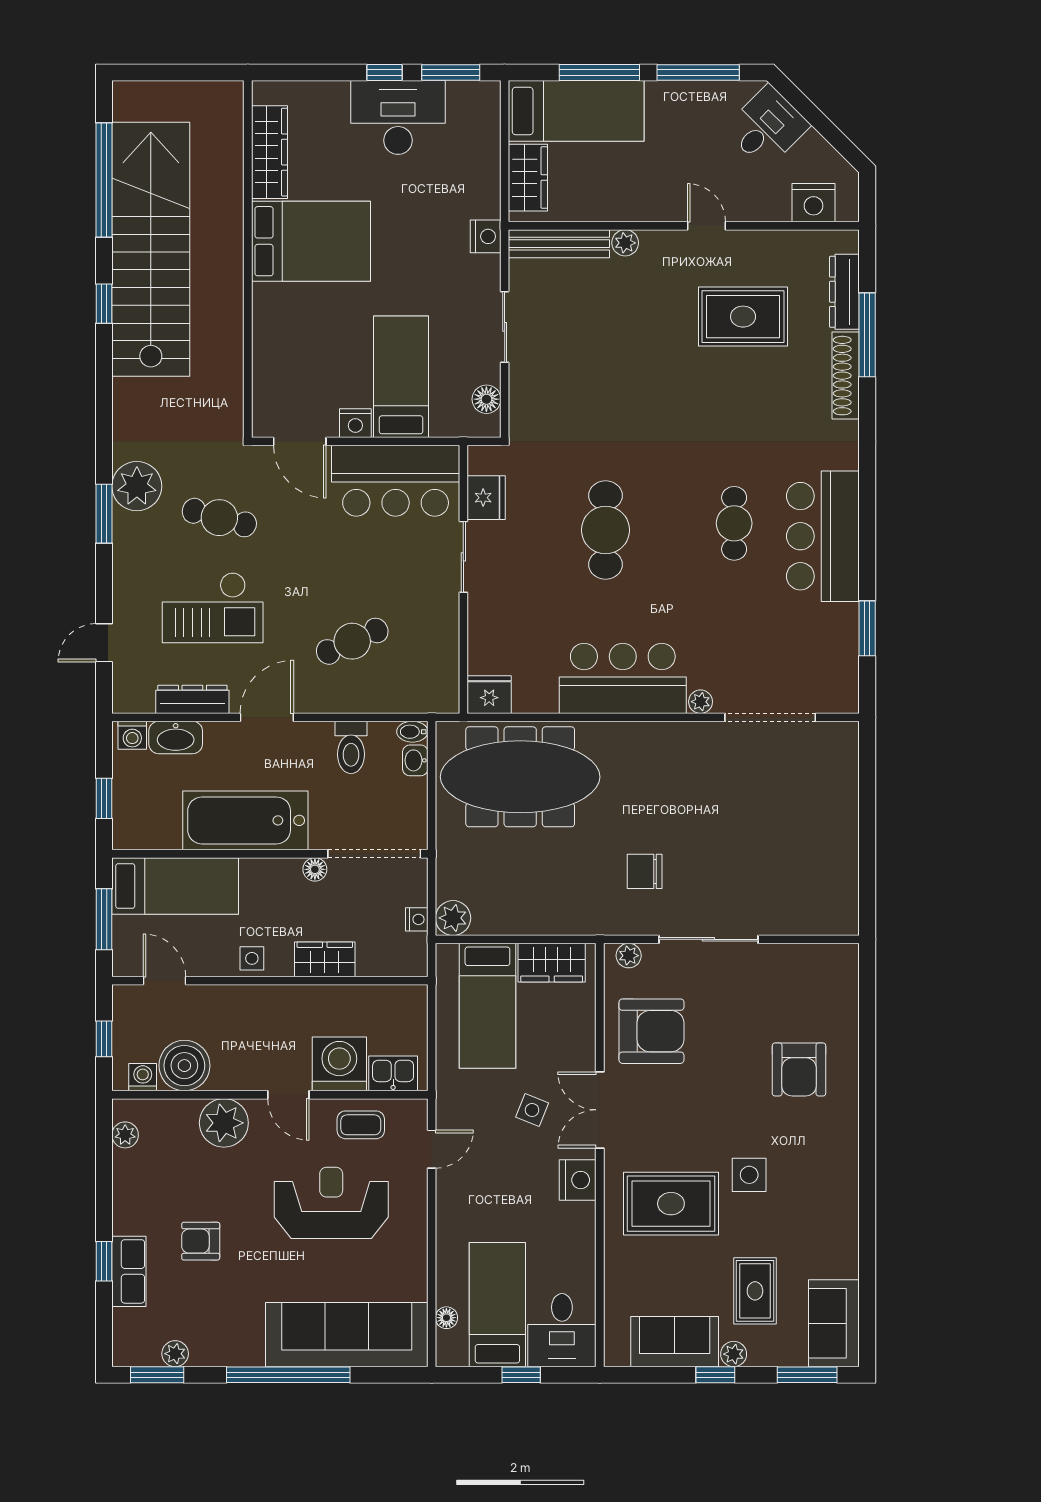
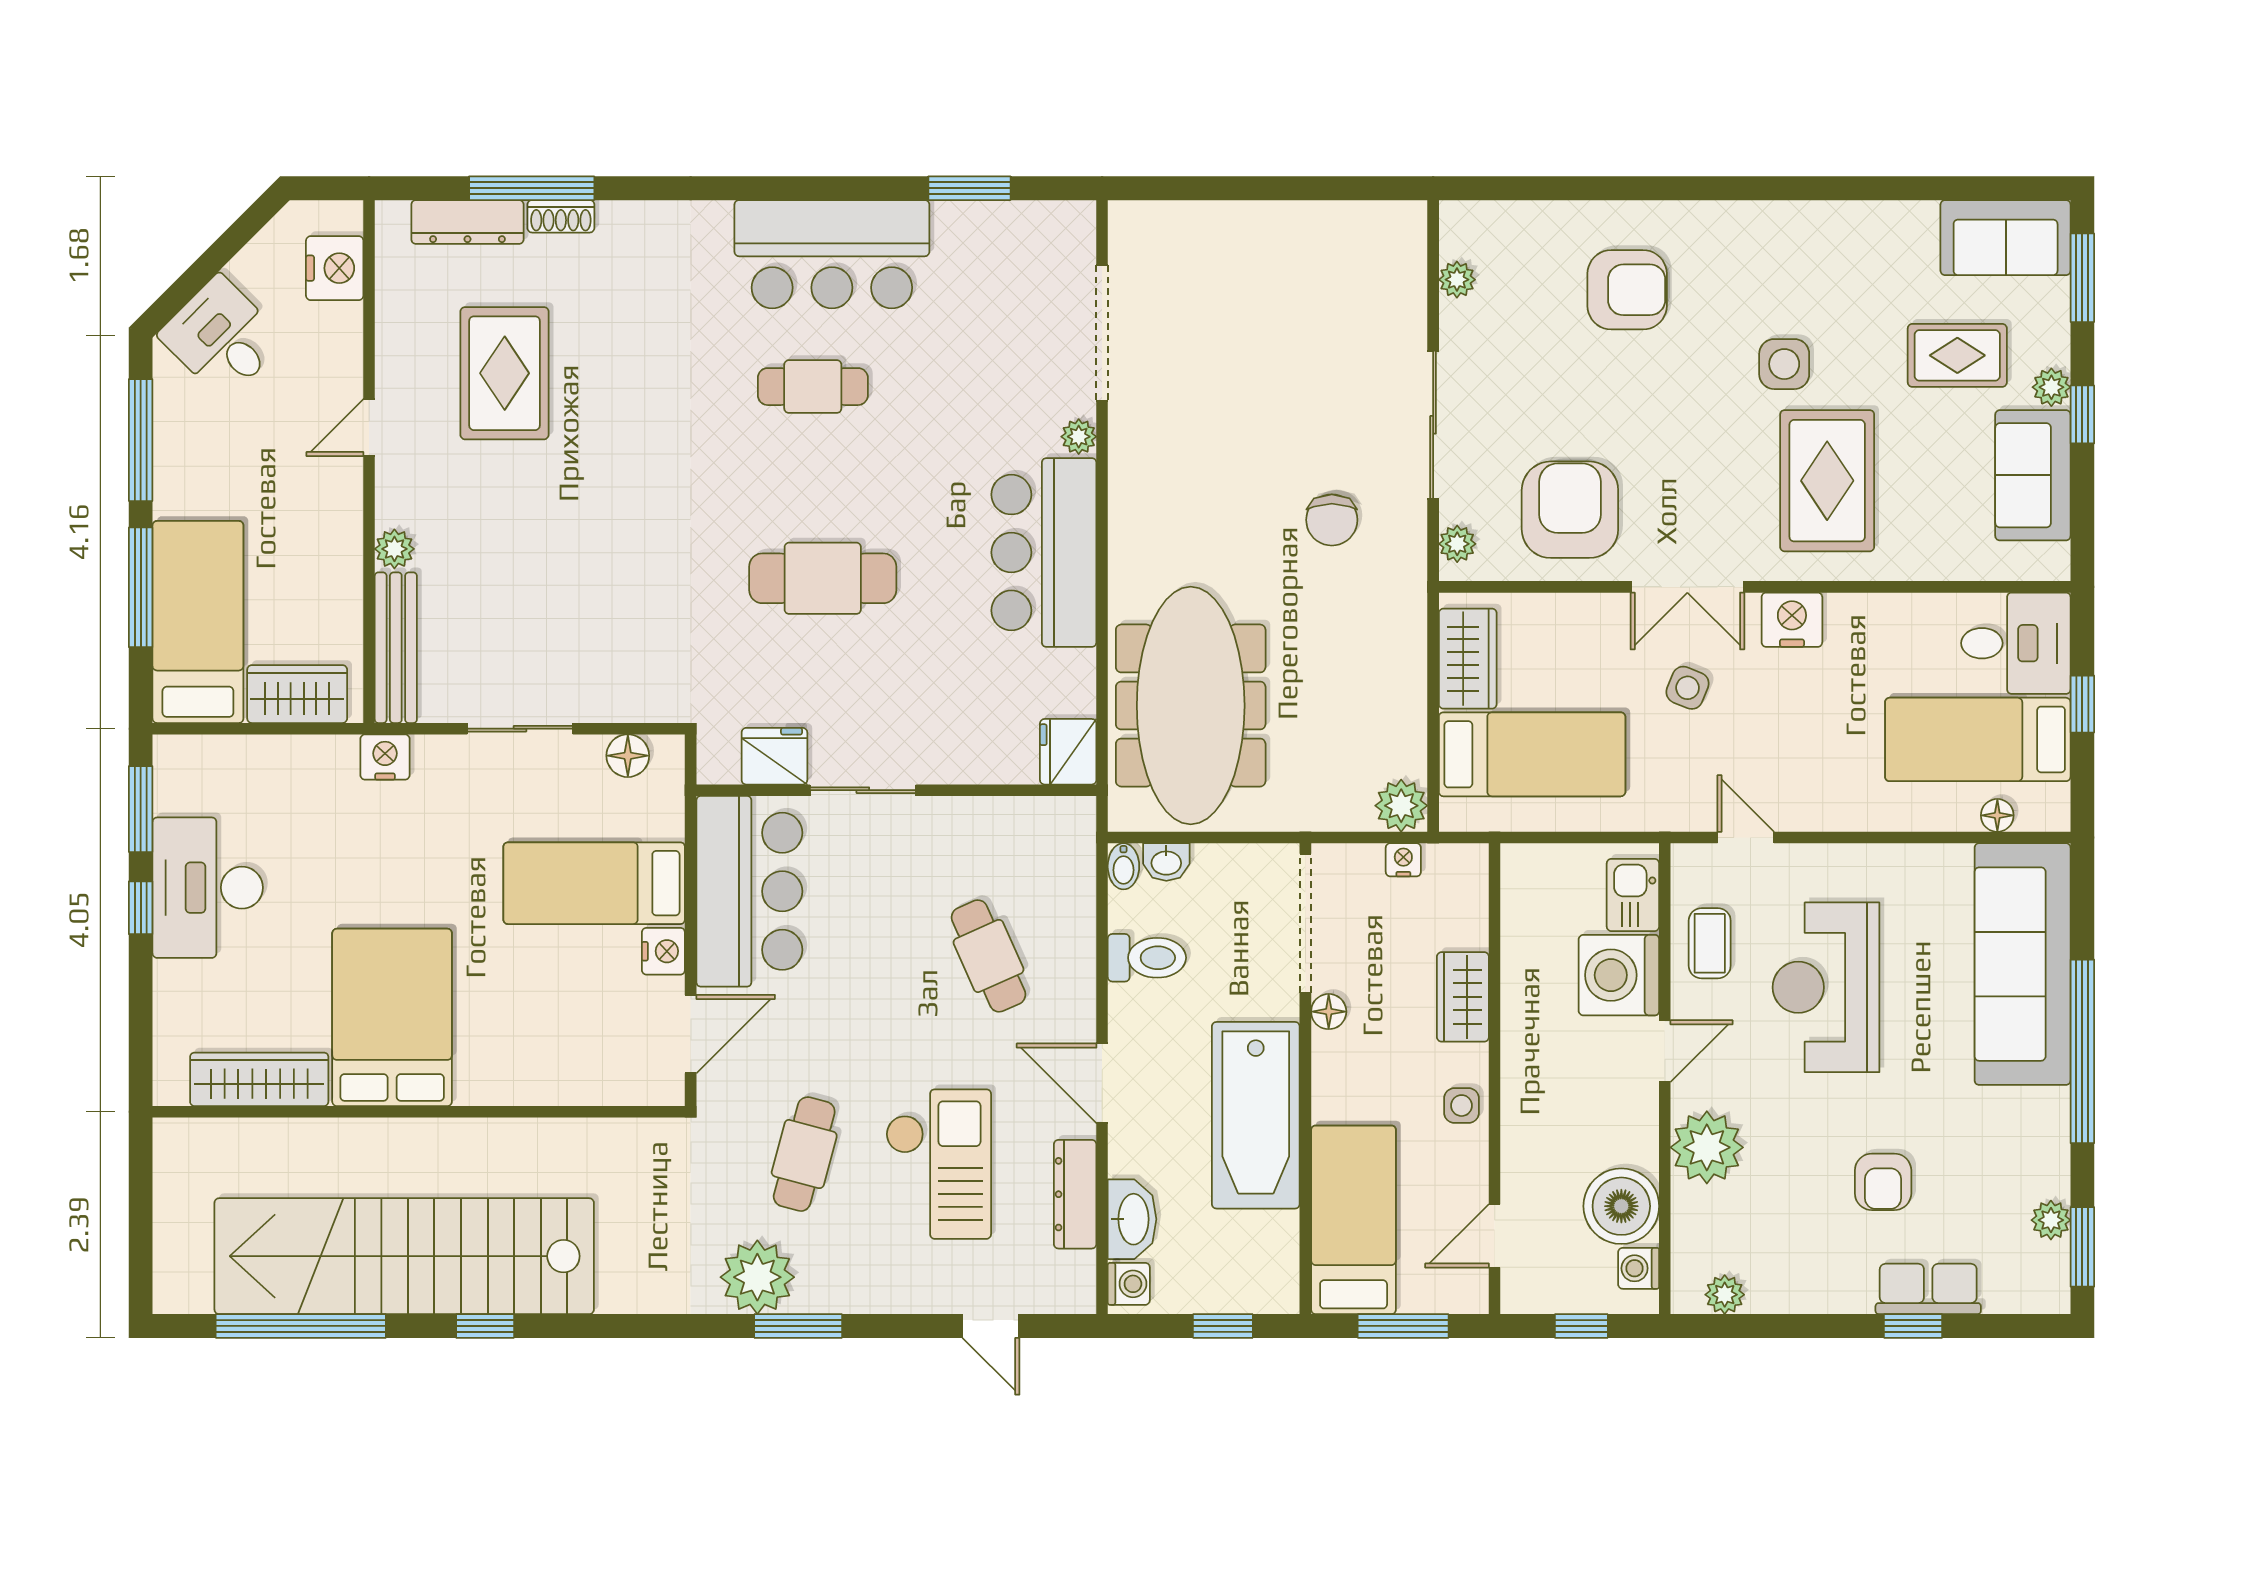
shoe rack: (846, 376) -> (561, 216), width x0.51, depth x0.81
plant: (806, 955) -> (1457, 280), added

